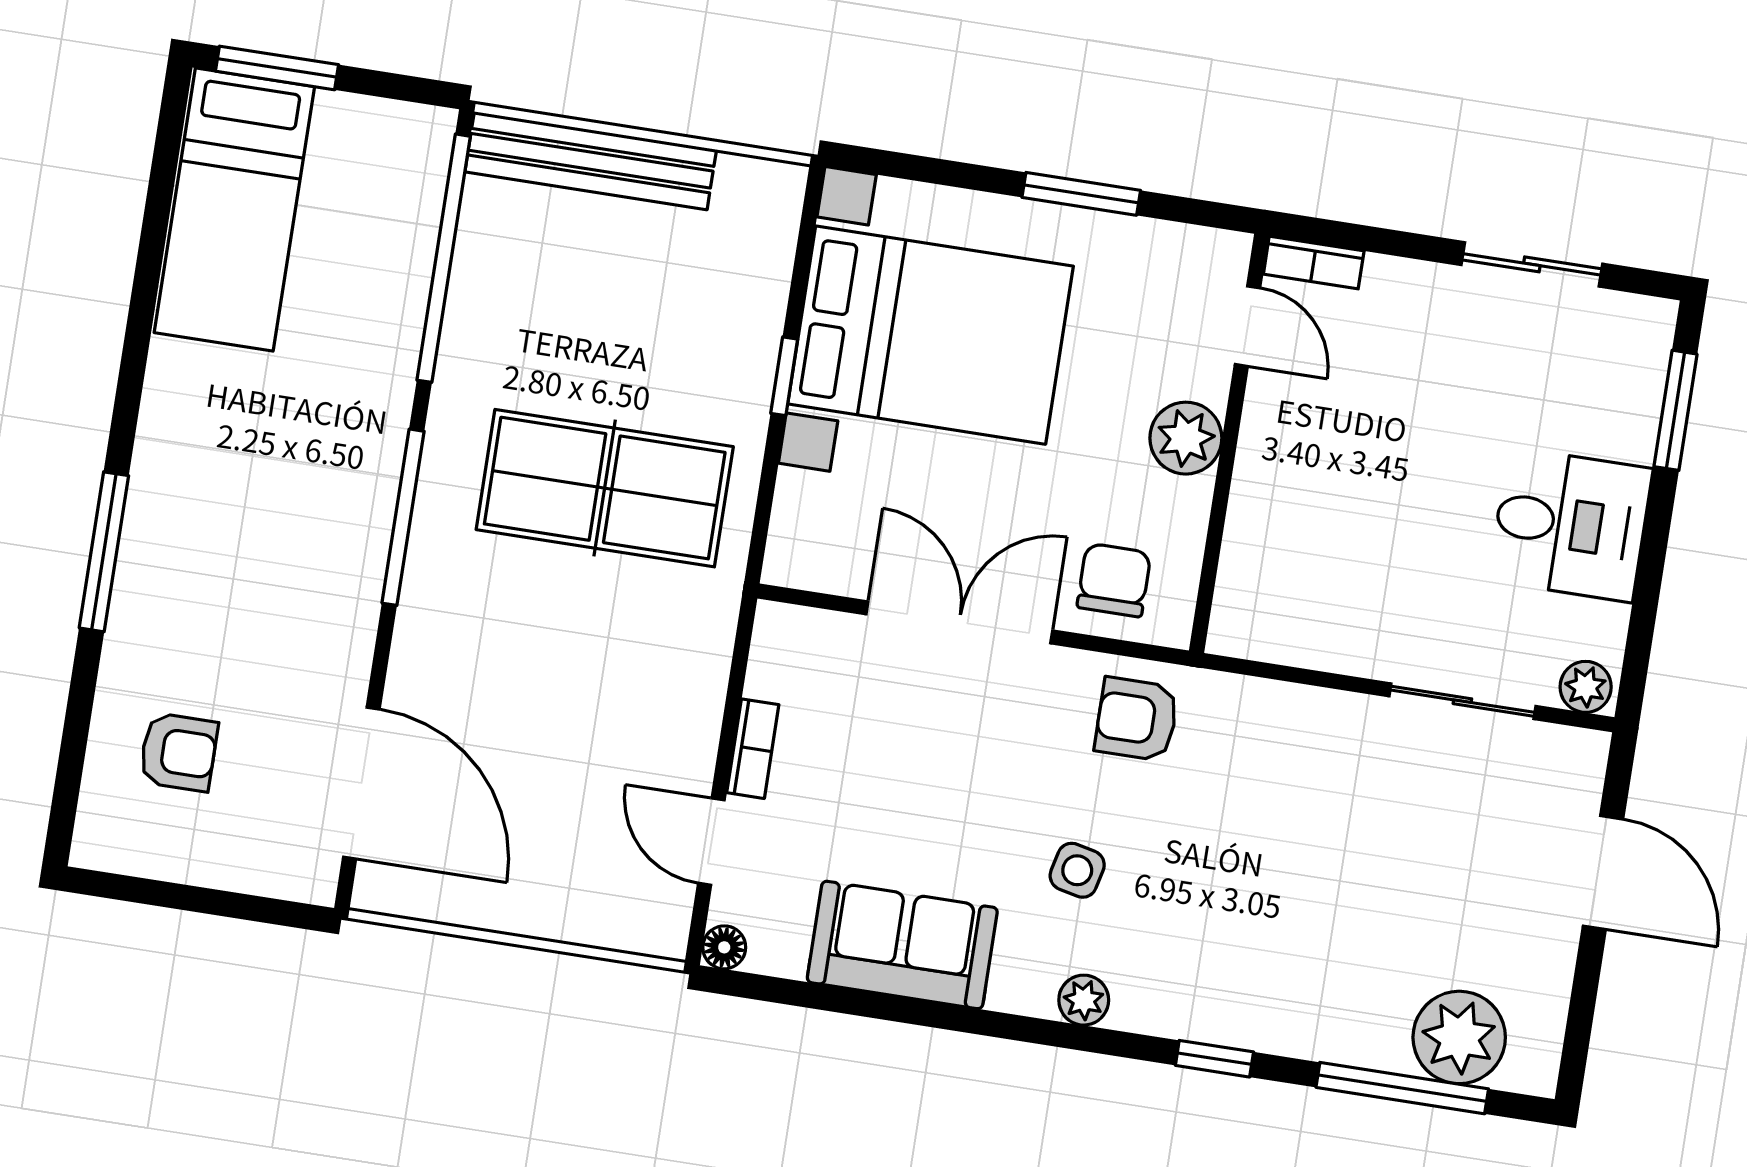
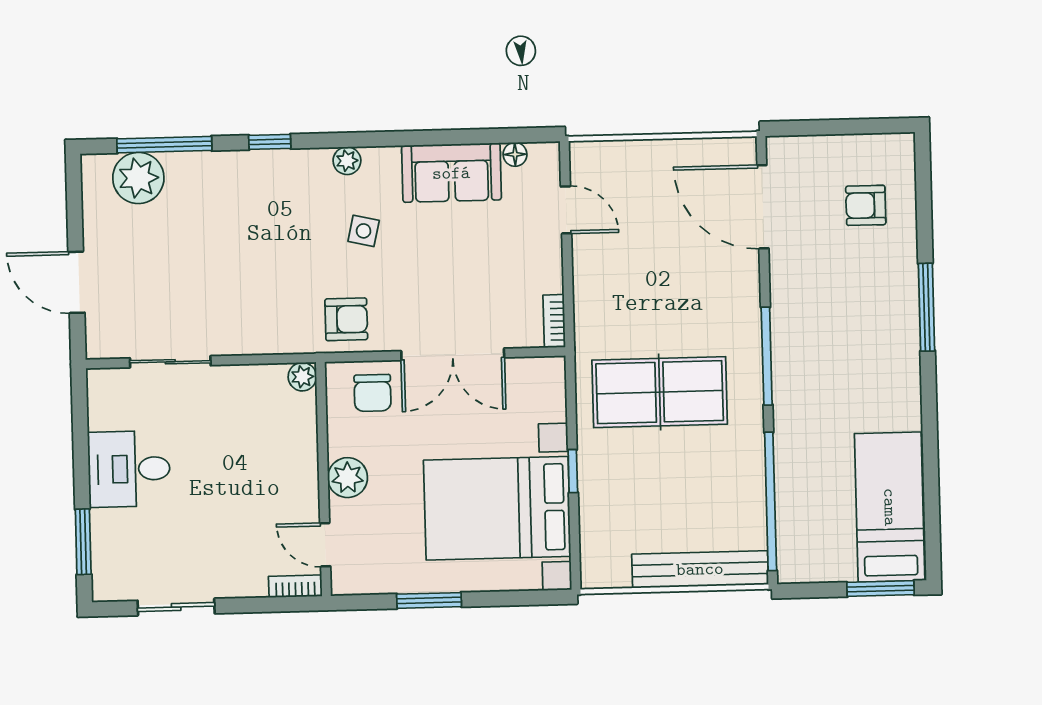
plant: (1586, 687) -> (302, 377), moved
bookcase: (753, 749) -> (554, 321), moved
floor lamp: (724, 947) -> (515, 154), moved

